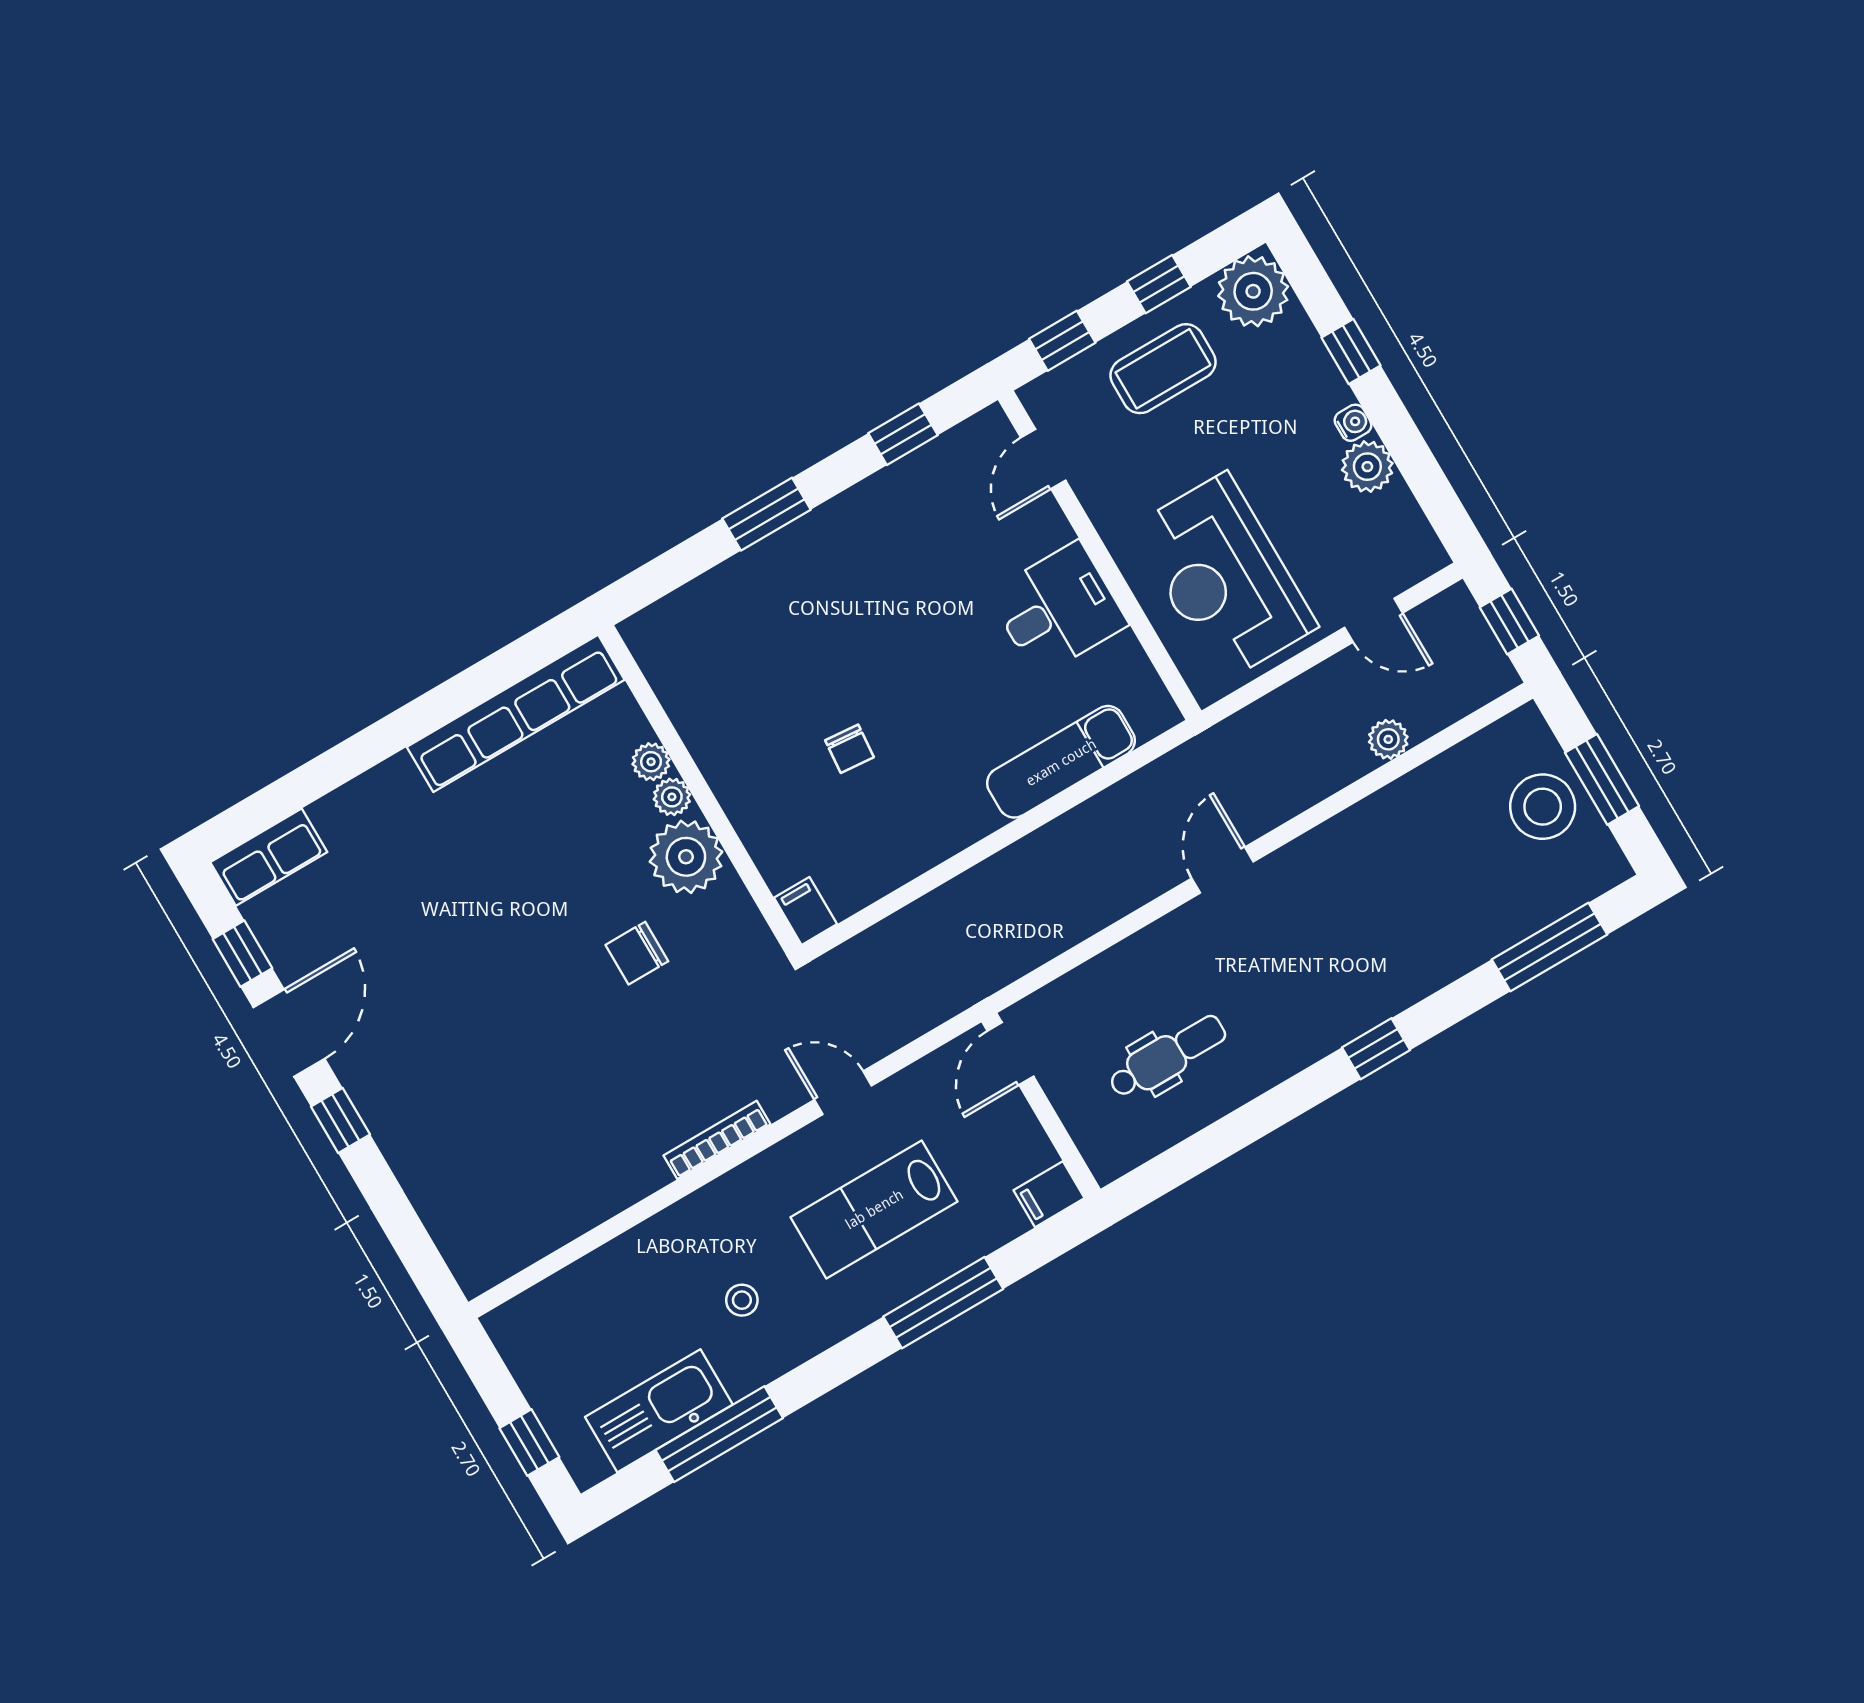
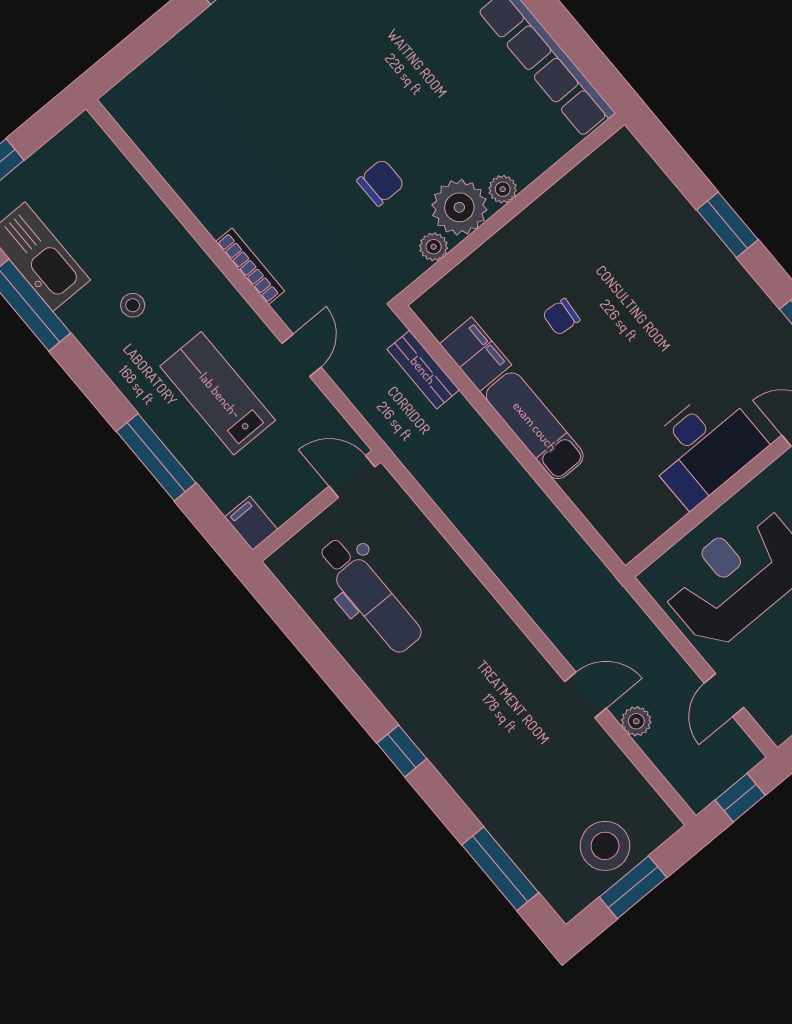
desk: (1058, 609) -> (704, 447), width x1.37
plant: (651, 762) -> (434, 247), moved
exam couch: (1061, 762) -> (535, 426), moved
door: (1223, 870) -> (585, 695), moved
filing cabinet: (806, 911) -> (476, 354), moved, width x2.00
bench: (888, 939) -> (423, 370), added
chair: (637, 953) -> (381, 182), turned 90
dental chair: (1167, 1056) -> (370, 595), width x1.36, depth x1.38

